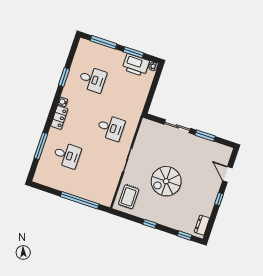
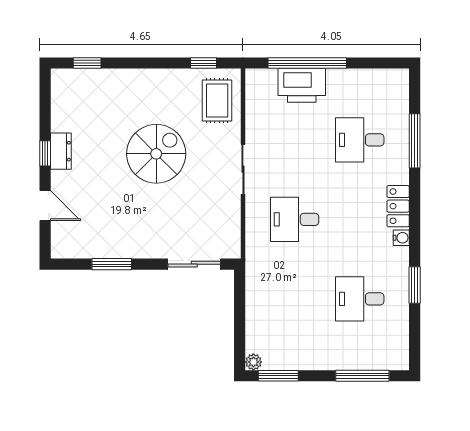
window: (133, 52) -> (278, 376), moved
printer: (136, 65) -> (302, 85), moved, turned 180
sliding door: (177, 126) -> (194, 264), moved
window: (150, 224) -> (204, 63), moved
dresser: (202, 225) -> (61, 151), moved

